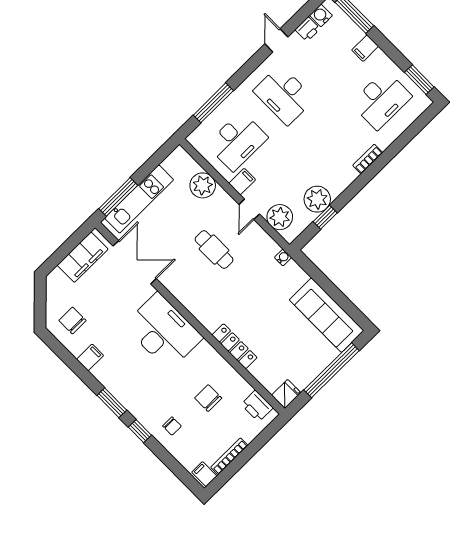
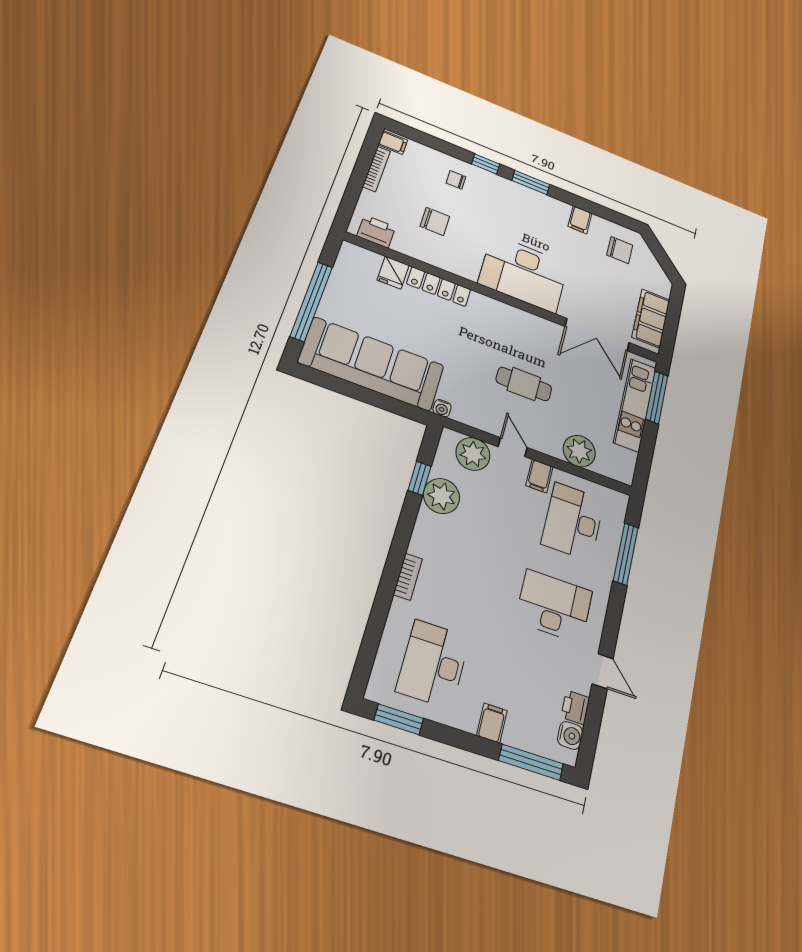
sofa: (327, 315) -> (372, 364), width x1.36, depth x1.27
fridge: (286, 394) -> (393, 273), moved

